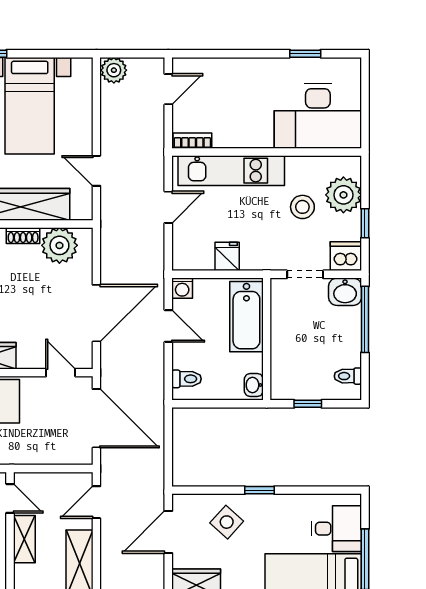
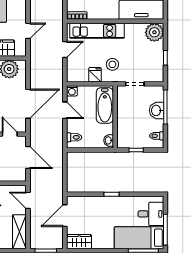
door: (96, 171) -> (28, 31), swing flipped
plant: (343, 195) -> (154, 32), moved
stool: (302, 207) -> (112, 64), moved
dishwasher: (346, 256) -> (156, 75), removed
washbasin: (345, 292) -> (156, 110), moved, turned 90
door: (96, 418) -> (28, 157), width x0.73
door: (96, 502) -> (28, 200), hinge flipped
side table: (227, 522) -> (95, 211), removed

